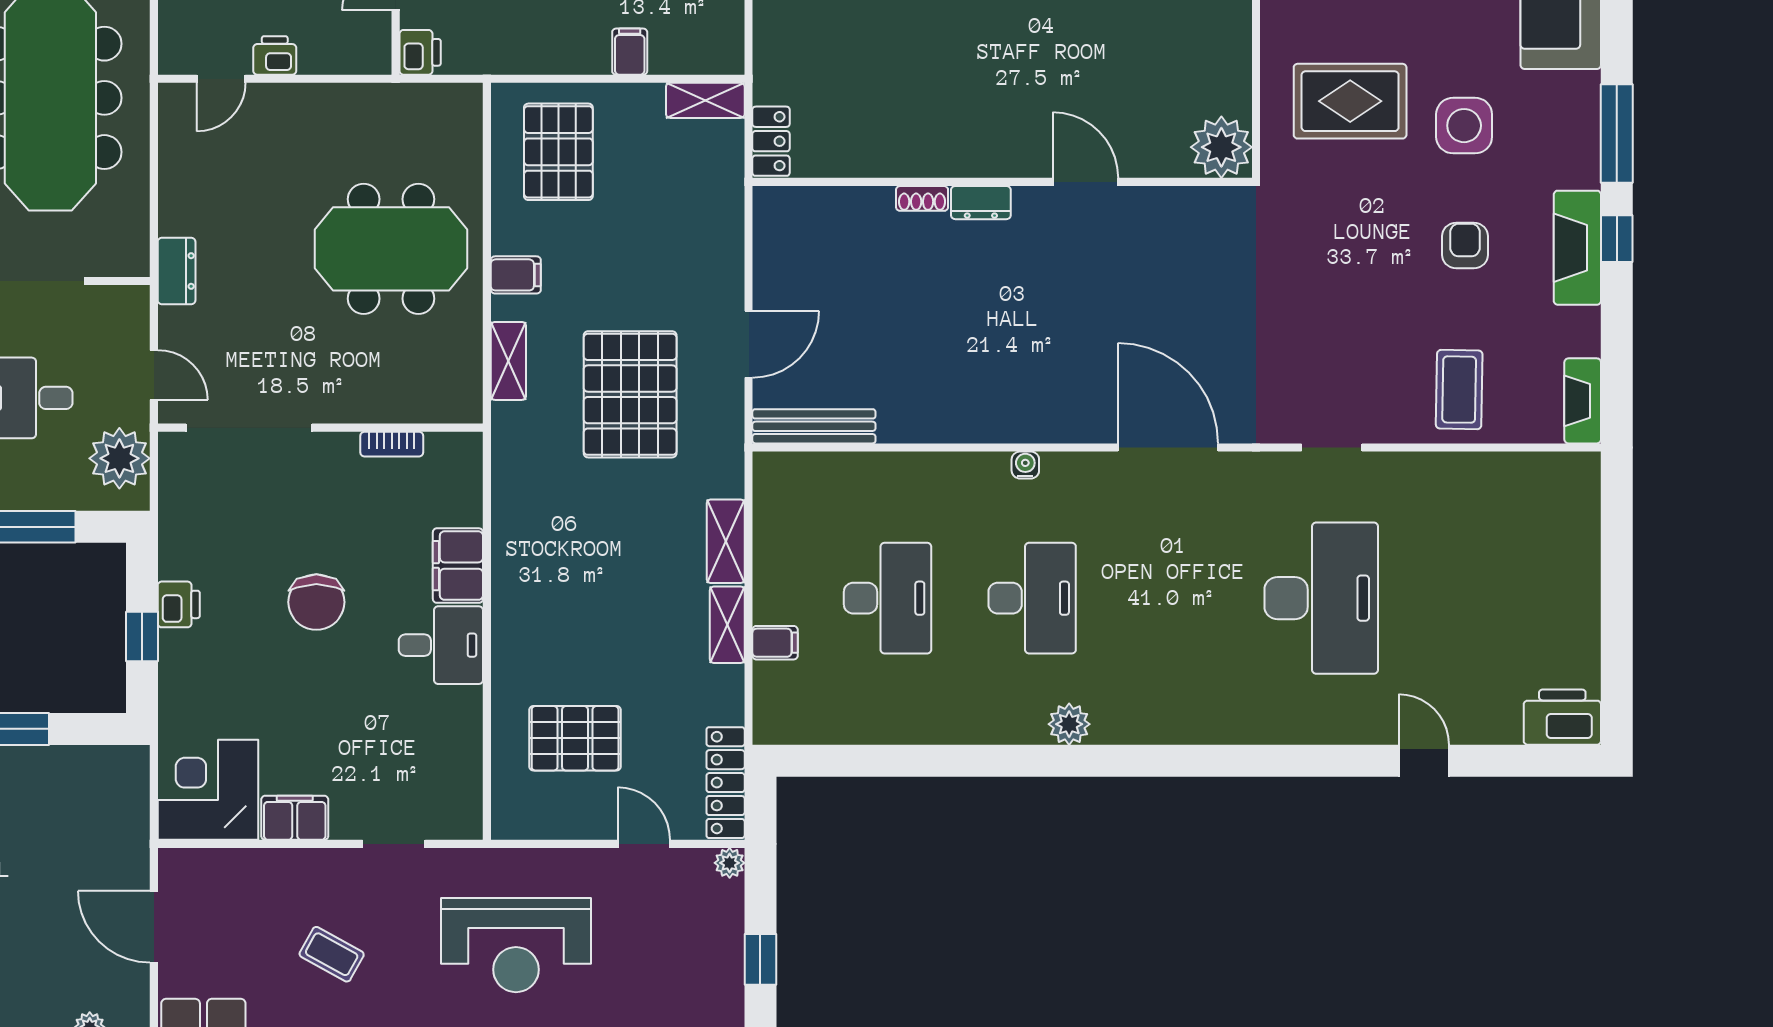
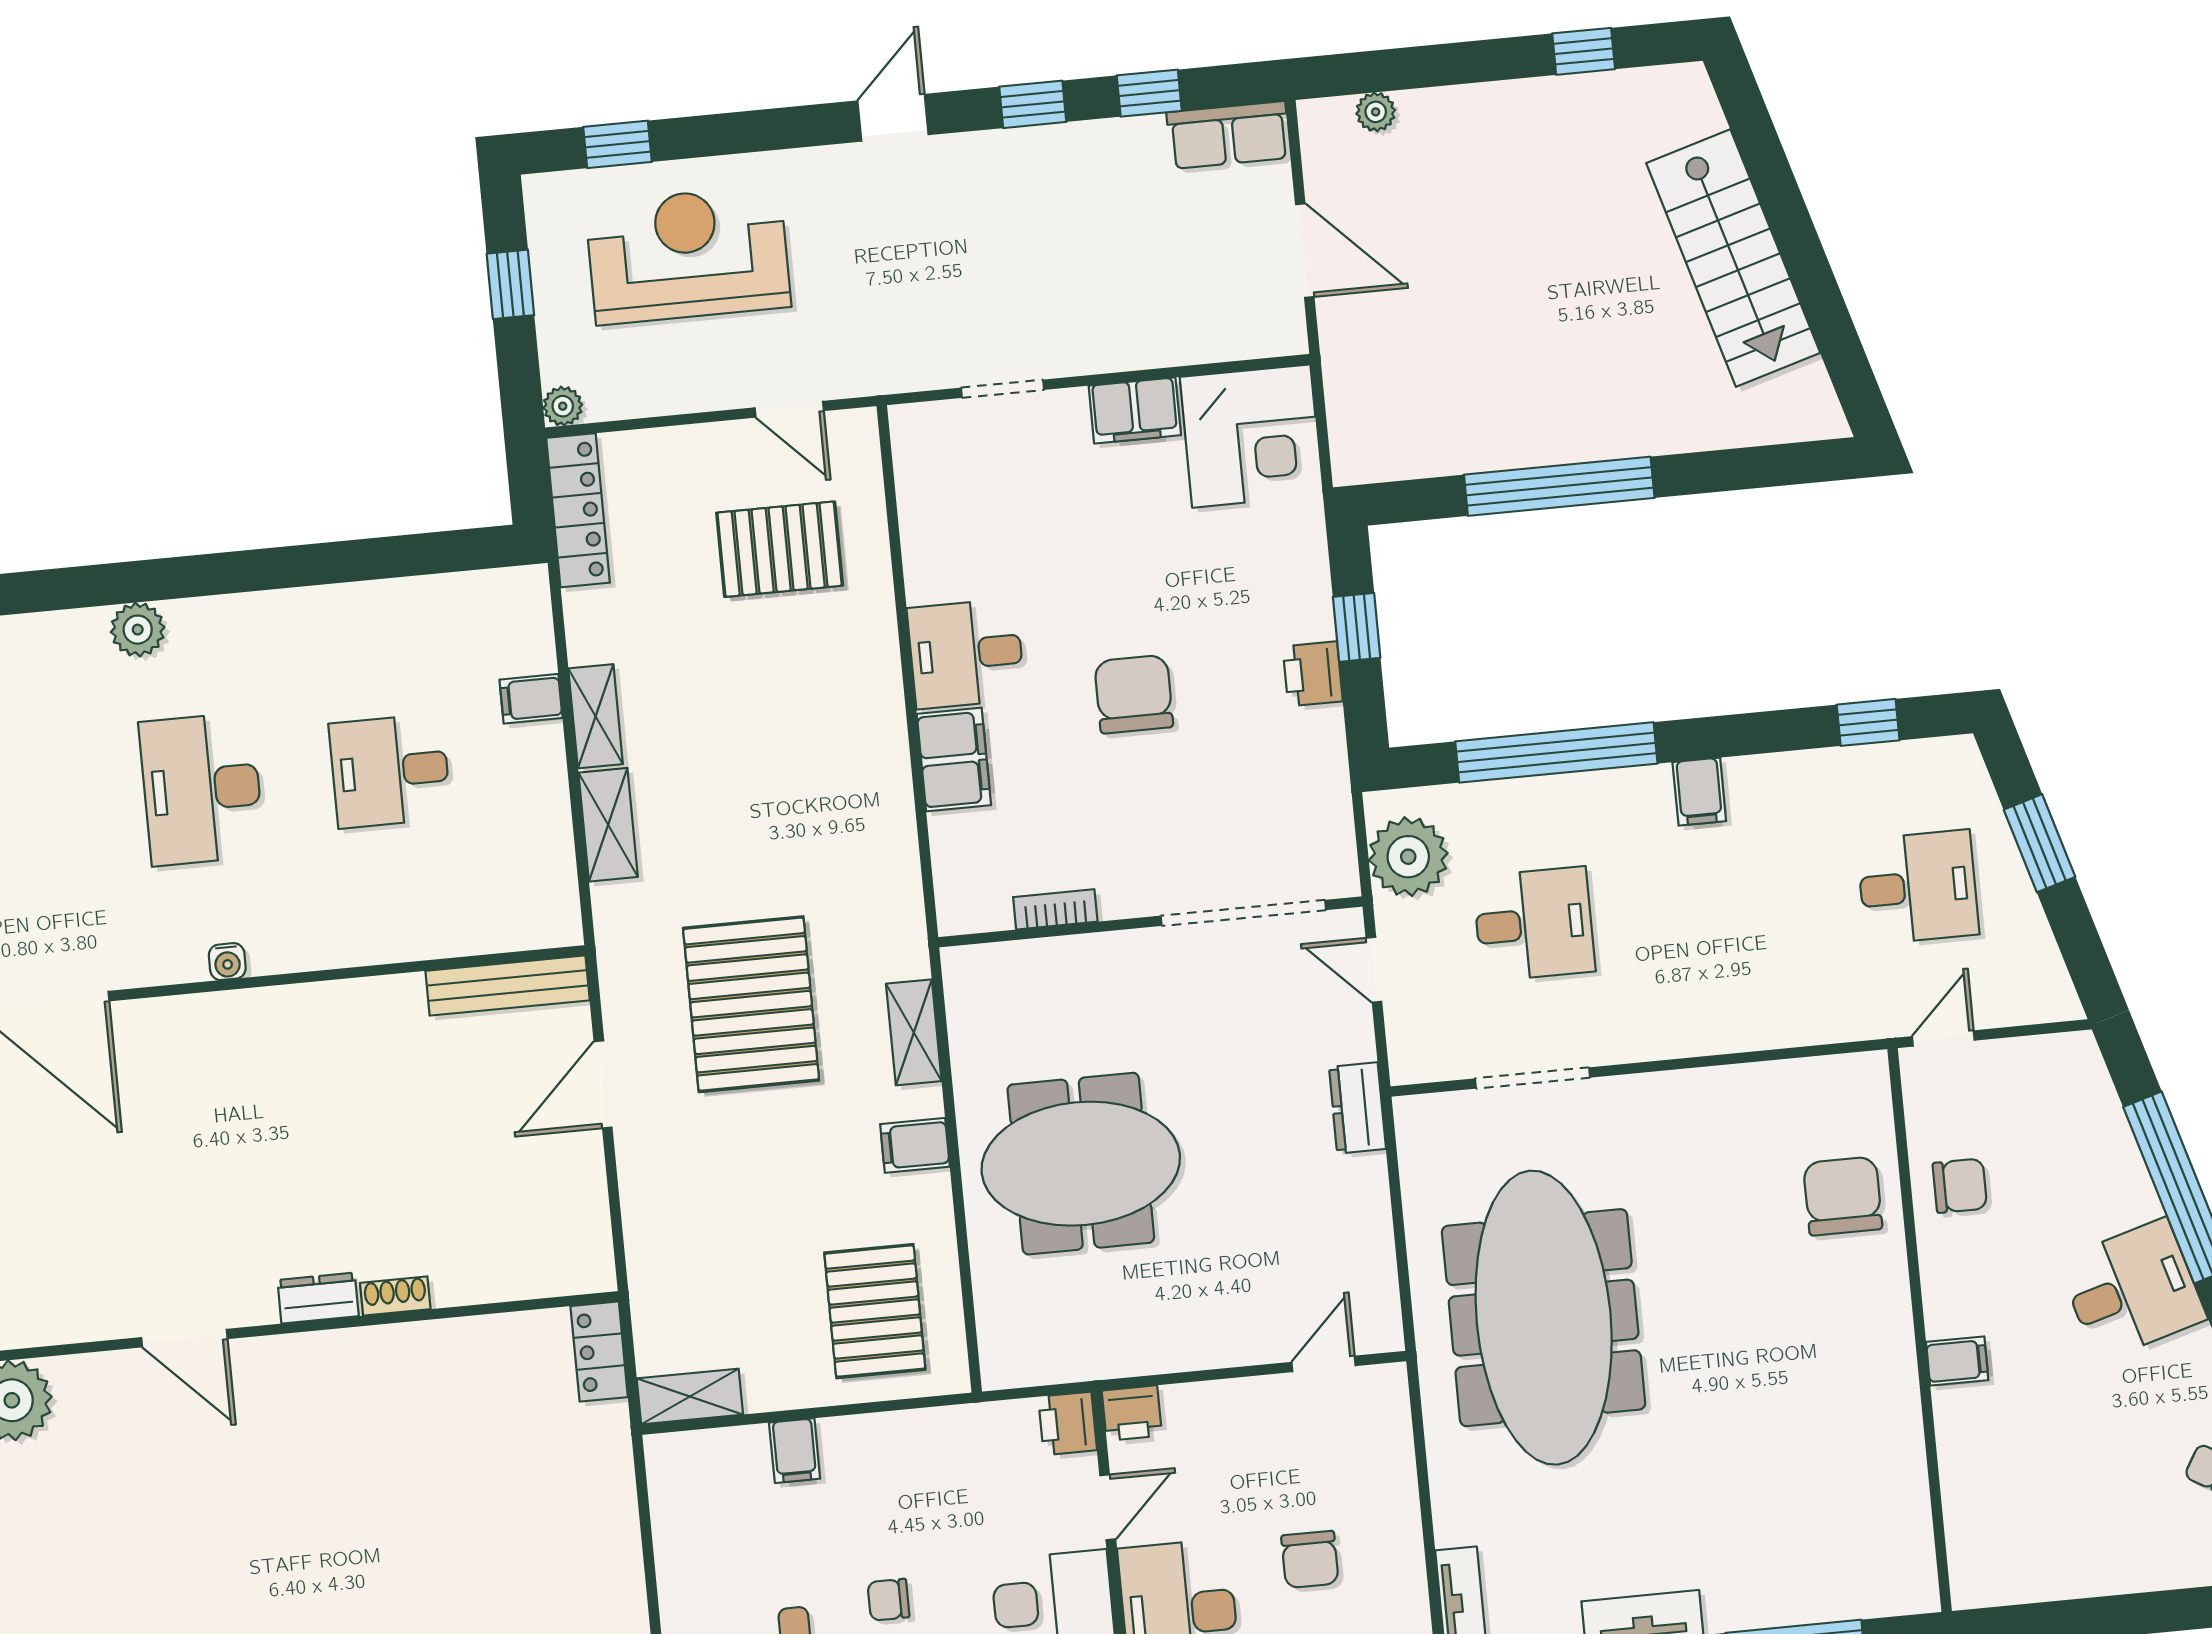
printer: (275, 55) -> (1132, 1413), moved
desk: (888, 598) -> (390, 771), width x0.73
door: (644, 844) -> (789, 409), moved
reception desk: (516, 945) -> (688, 255), moved
coffee table: (332, 954) -> (1070, 237), removed

